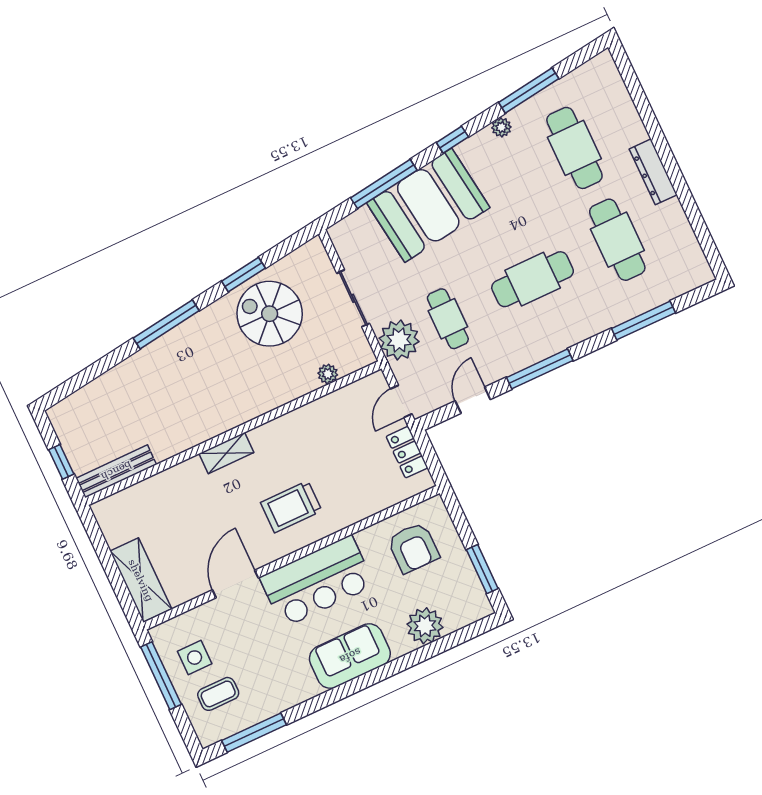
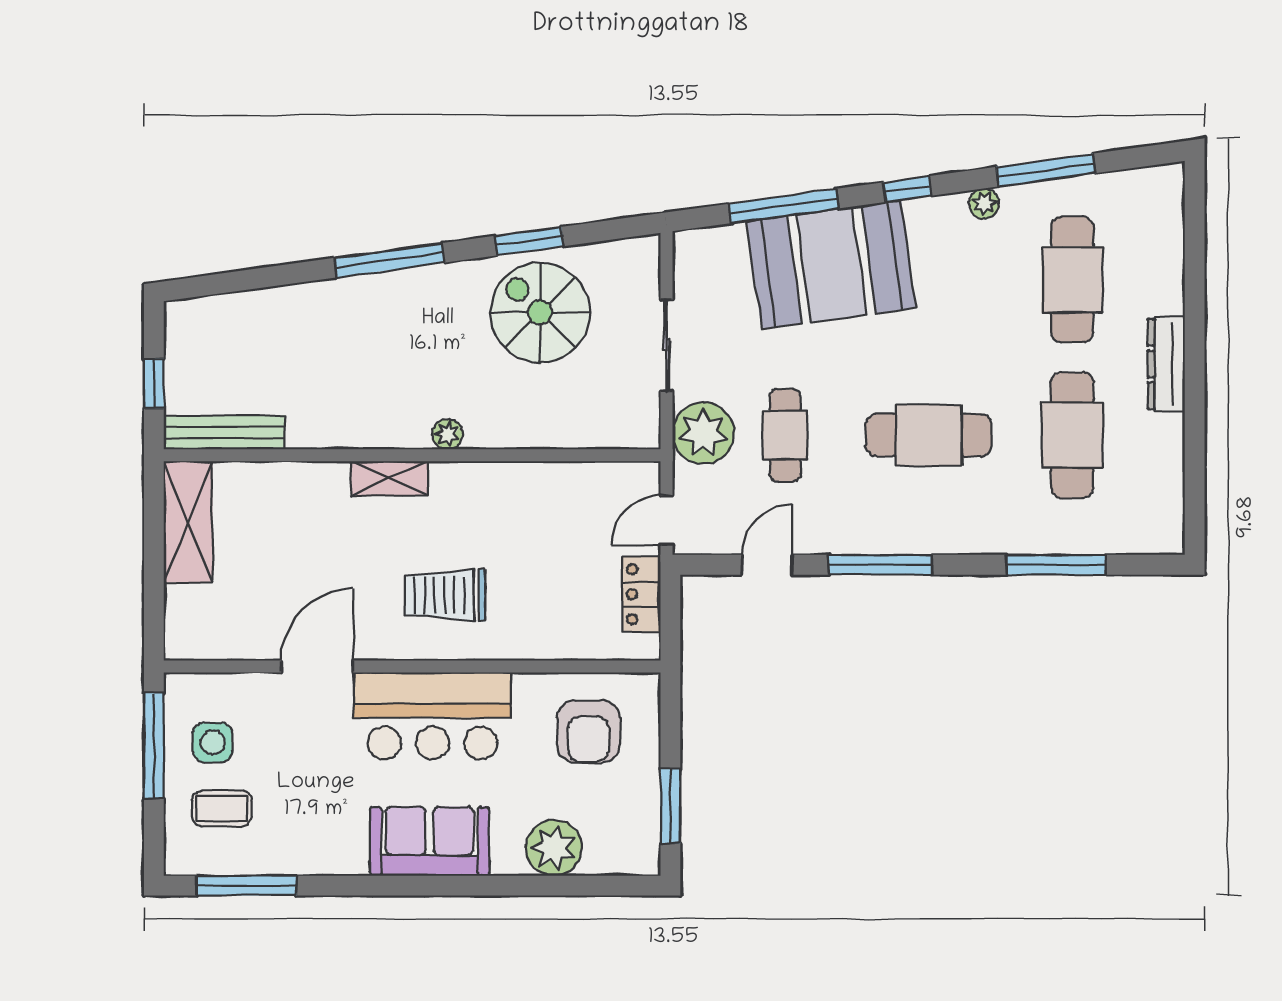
plant: (328, 374) -> (447, 434), moved
shelving: (141, 580) -> (188, 522), moved

